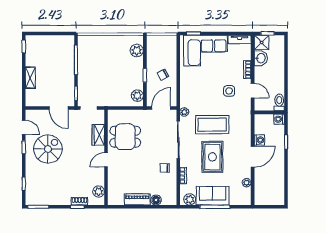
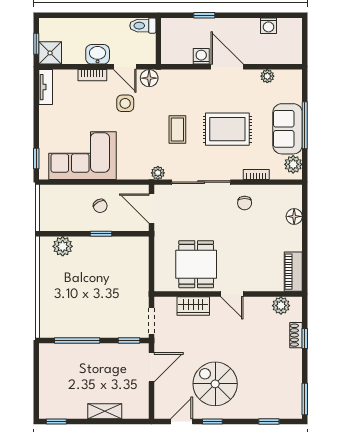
corner sofa: (206, 51) -> (82, 156), moved, turned -90
washbasin: (261, 58) -> (98, 54), moved
door: (253, 91) -> (125, 67), swing flipped
plant: (137, 96) -> (132, 245), removed
floor lamp: (245, 106) -> (149, 78), added
washing machine: (279, 119) -> (269, 26), moved
coffee table: (212, 125) -> (177, 129), width x0.54, depth x0.58
piano: (137, 199) -> (293, 272), moved

